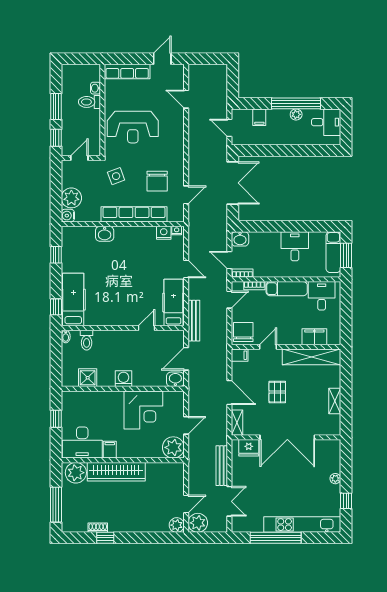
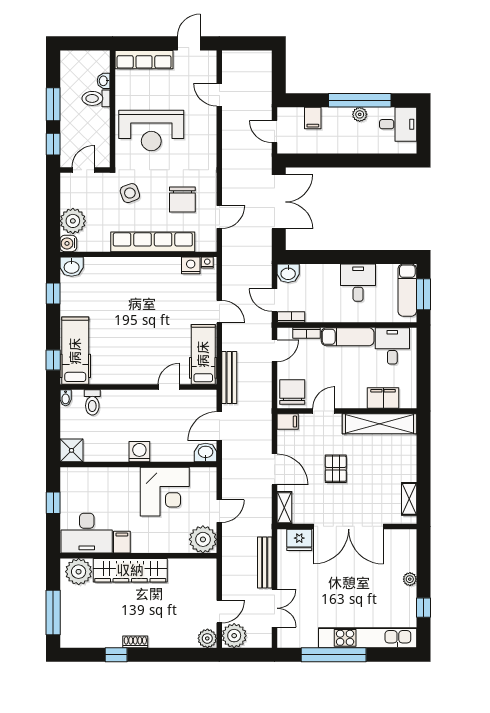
washbasin: (105, 234) -> (72, 267), moved
shower: (88, 378) -> (71, 450), moved
shelving: (335, 401) -> (409, 499), moved
shoe rack: (98, 528) -> (135, 642), moved

